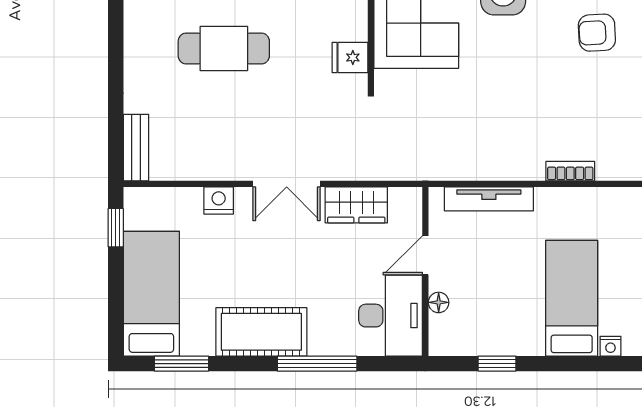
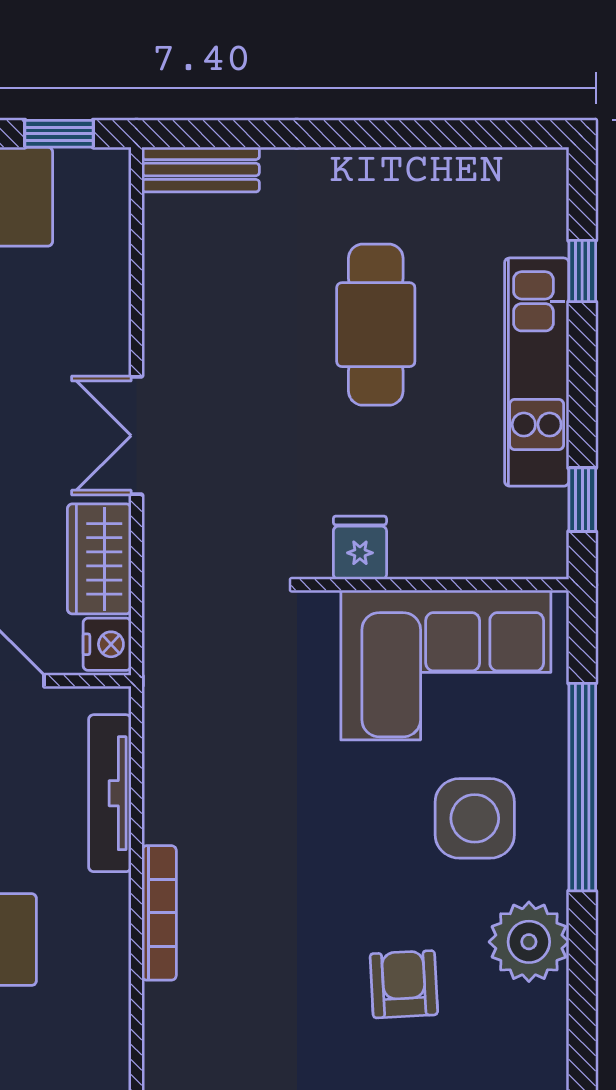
bookcase: (570, 171) -> (159, 913), width x1.56
nightstand: (219, 201) -> (107, 644), moved

